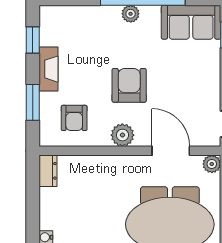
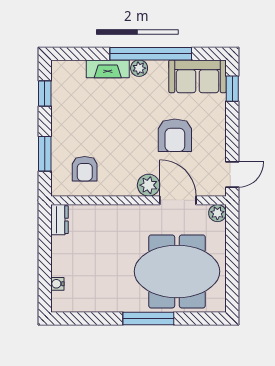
fireplace: (49, 69) -> (108, 69), moved, turned 90
armchair: (129, 85) -> (175, 135), moved, turned 180
plant: (122, 135) -> (149, 185), moved

